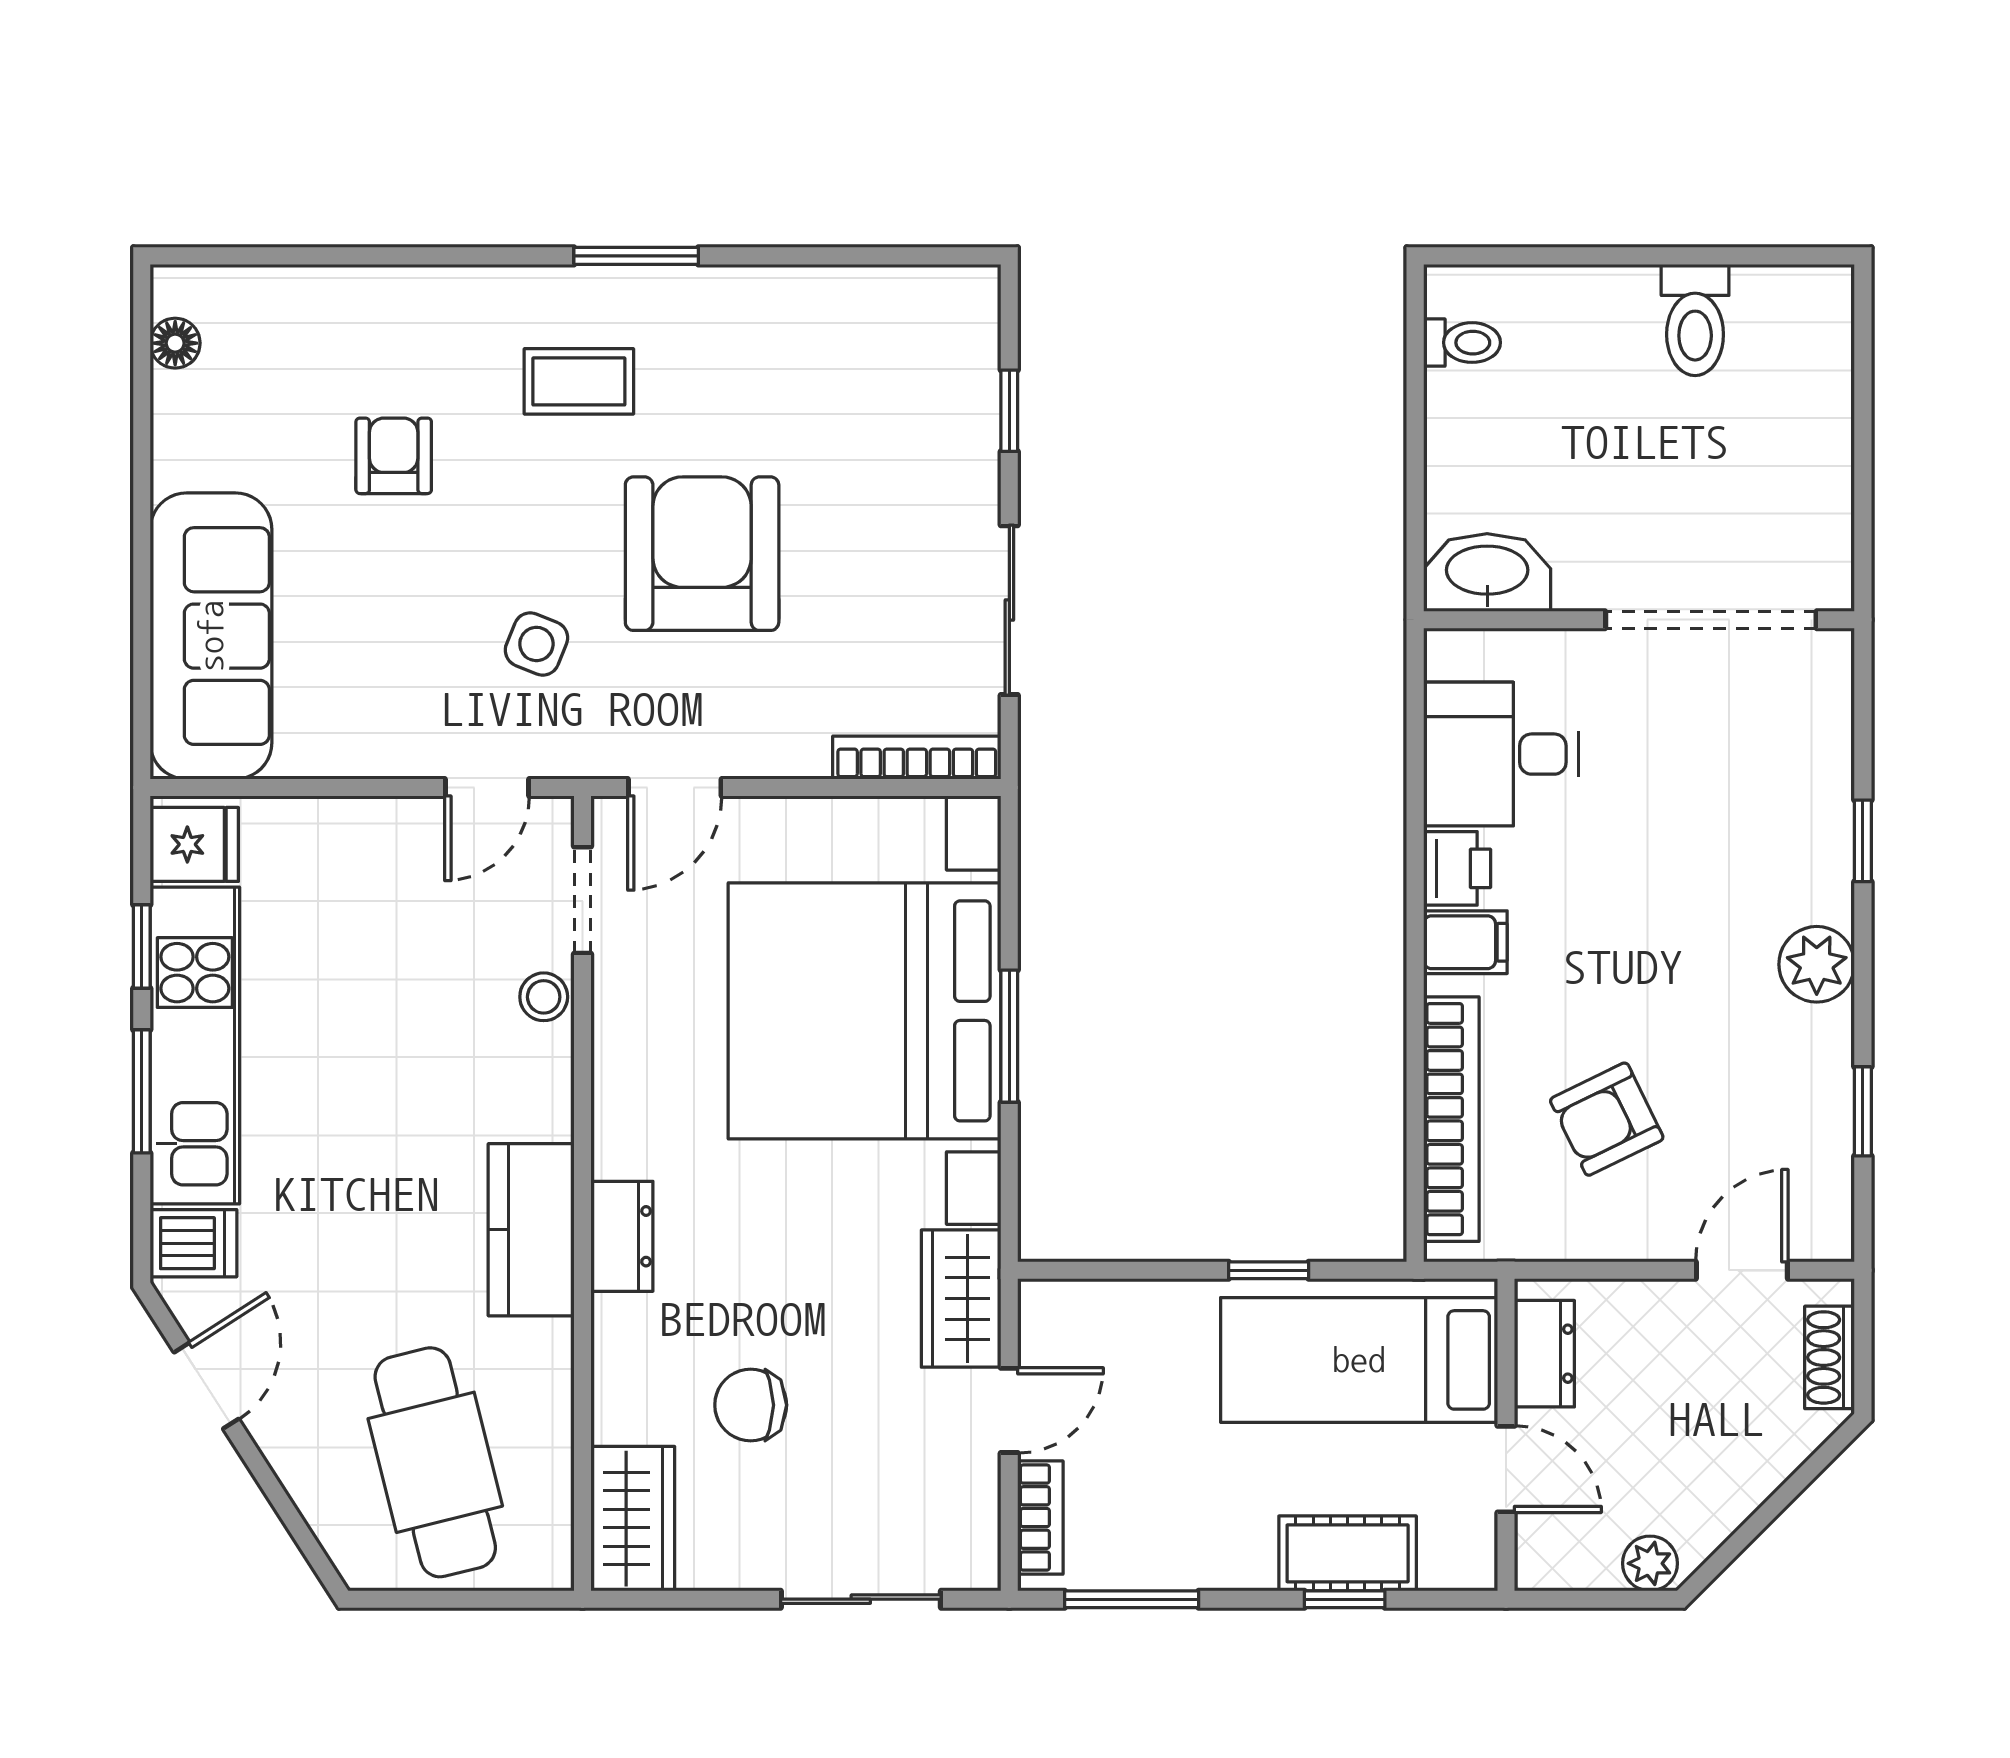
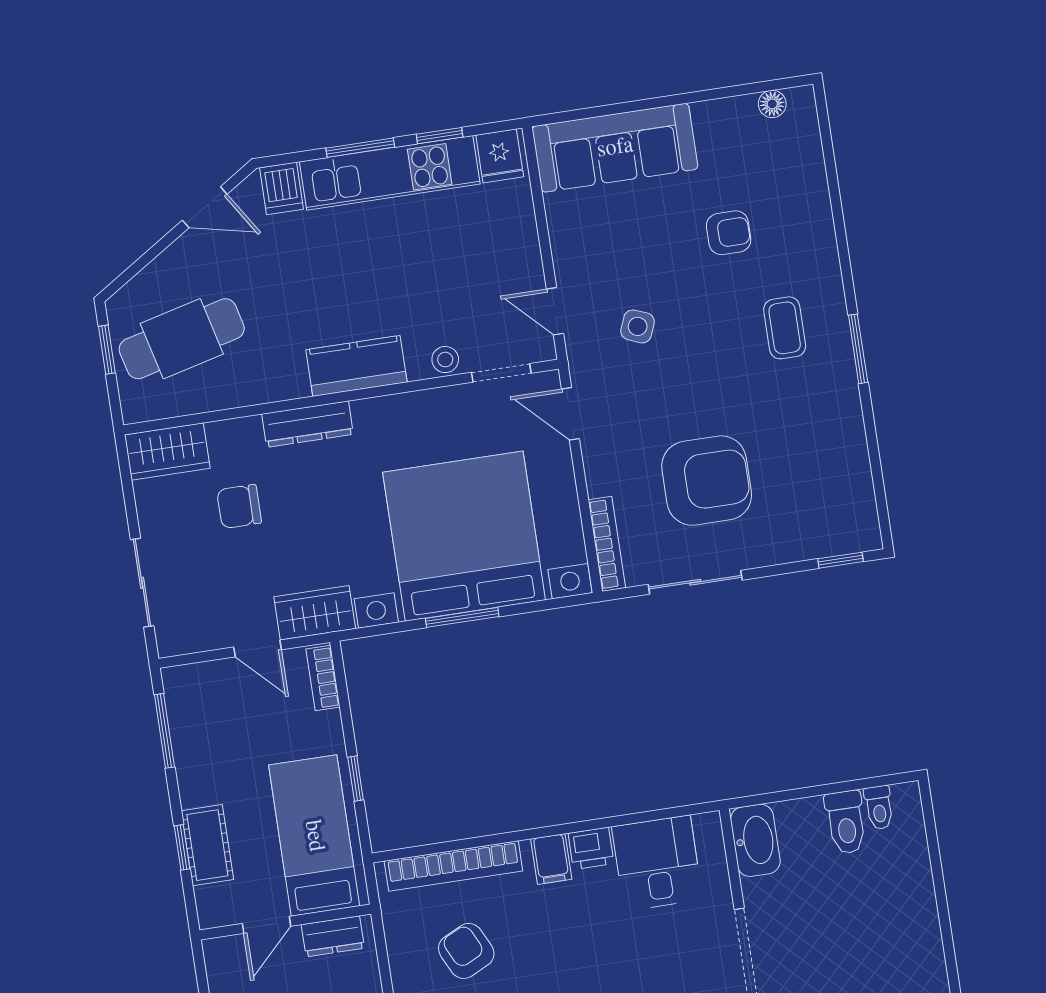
toilet: (1695, 320) -> (846, 822), moved, turned -90
window: (1009, 411) -> (841, 560), moved
armchair: (702, 554) -> (707, 481), moved
kitchen counter: (531, 1230) -> (356, 366), moved
dresser: (622, 1236) -> (308, 424), width x1.44
chair: (751, 1405) -> (239, 506), turned -90
bookcase: (1040, 1518) -> (323, 678), moved, turned 90
window: (434, 1599) -> (107, 350), added

